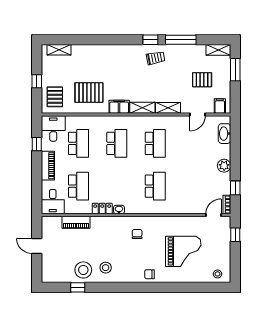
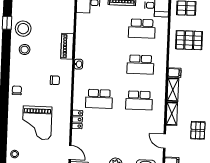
pallet: (202, 80) -> (198, 130), moved
pallet: (89, 93) -> (189, 40), turned 90
filing cabinet: (119, 107) -> (175, 73), width x0.50
school desk: (78, 186) -> (102, 27), removed
locker: (102, 209) -> (77, 119), moved
piano: (76, 222) -> (67, 46), moved

